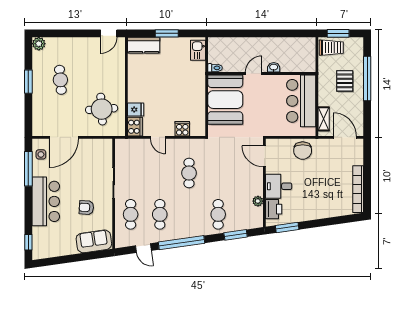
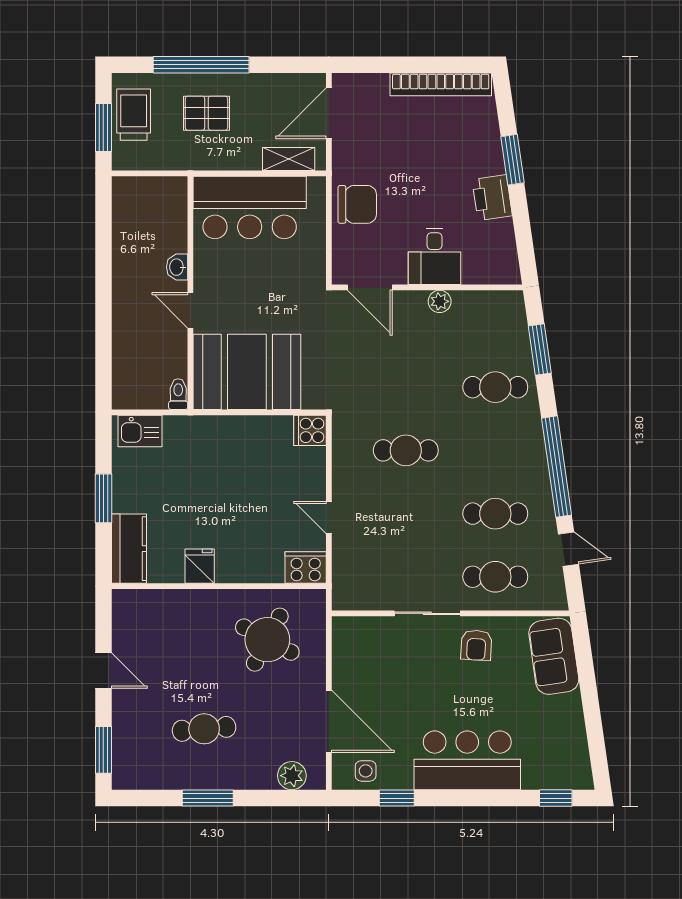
window: (51, 33) -> (103, 750), added
door: (109, 33) -> (103, 671), moved
plant: (39, 44) -> (292, 776), moved
trolley: (331, 48) -> (134, 115), moved
round table: (102, 109) -> (267, 640), turned 32
fridge: (136, 110) -> (200, 566), moved
cooker: (182, 129) -> (310, 430), moved
door: (158, 137) -> (329, 517), swing flipped
door: (264, 156) -> (370, 287), hinge flipped
window: (28, 169) -> (397, 798), width x0.46
plant: (258, 201) -> (440, 301), moved
armchair: (86, 208) -> (476, 645), moved
printer: (274, 209) -> (492, 198), moved, turned -98
window: (287, 227) -> (513, 160), moved
door: (143, 248) -> (568, 549), hinge flipped

